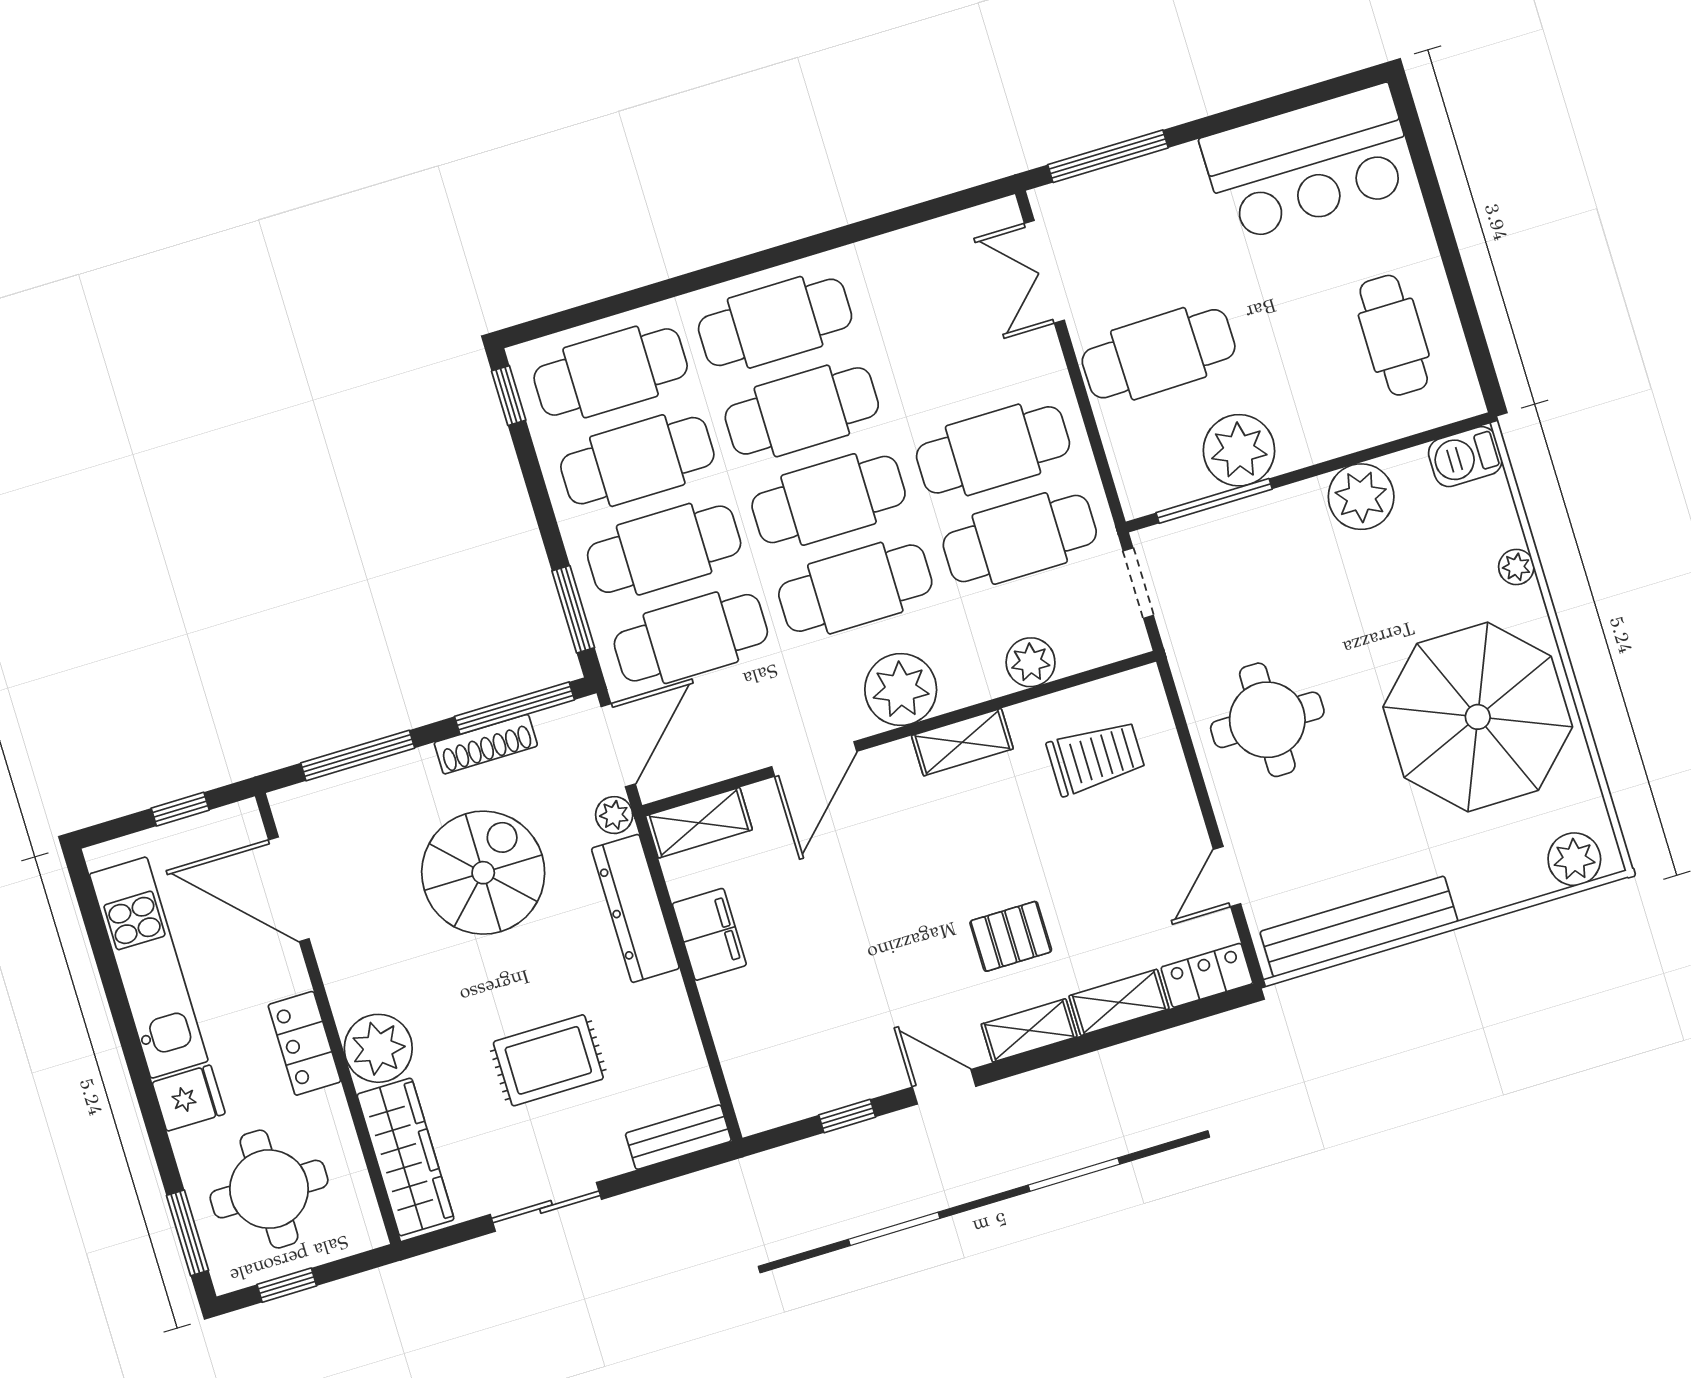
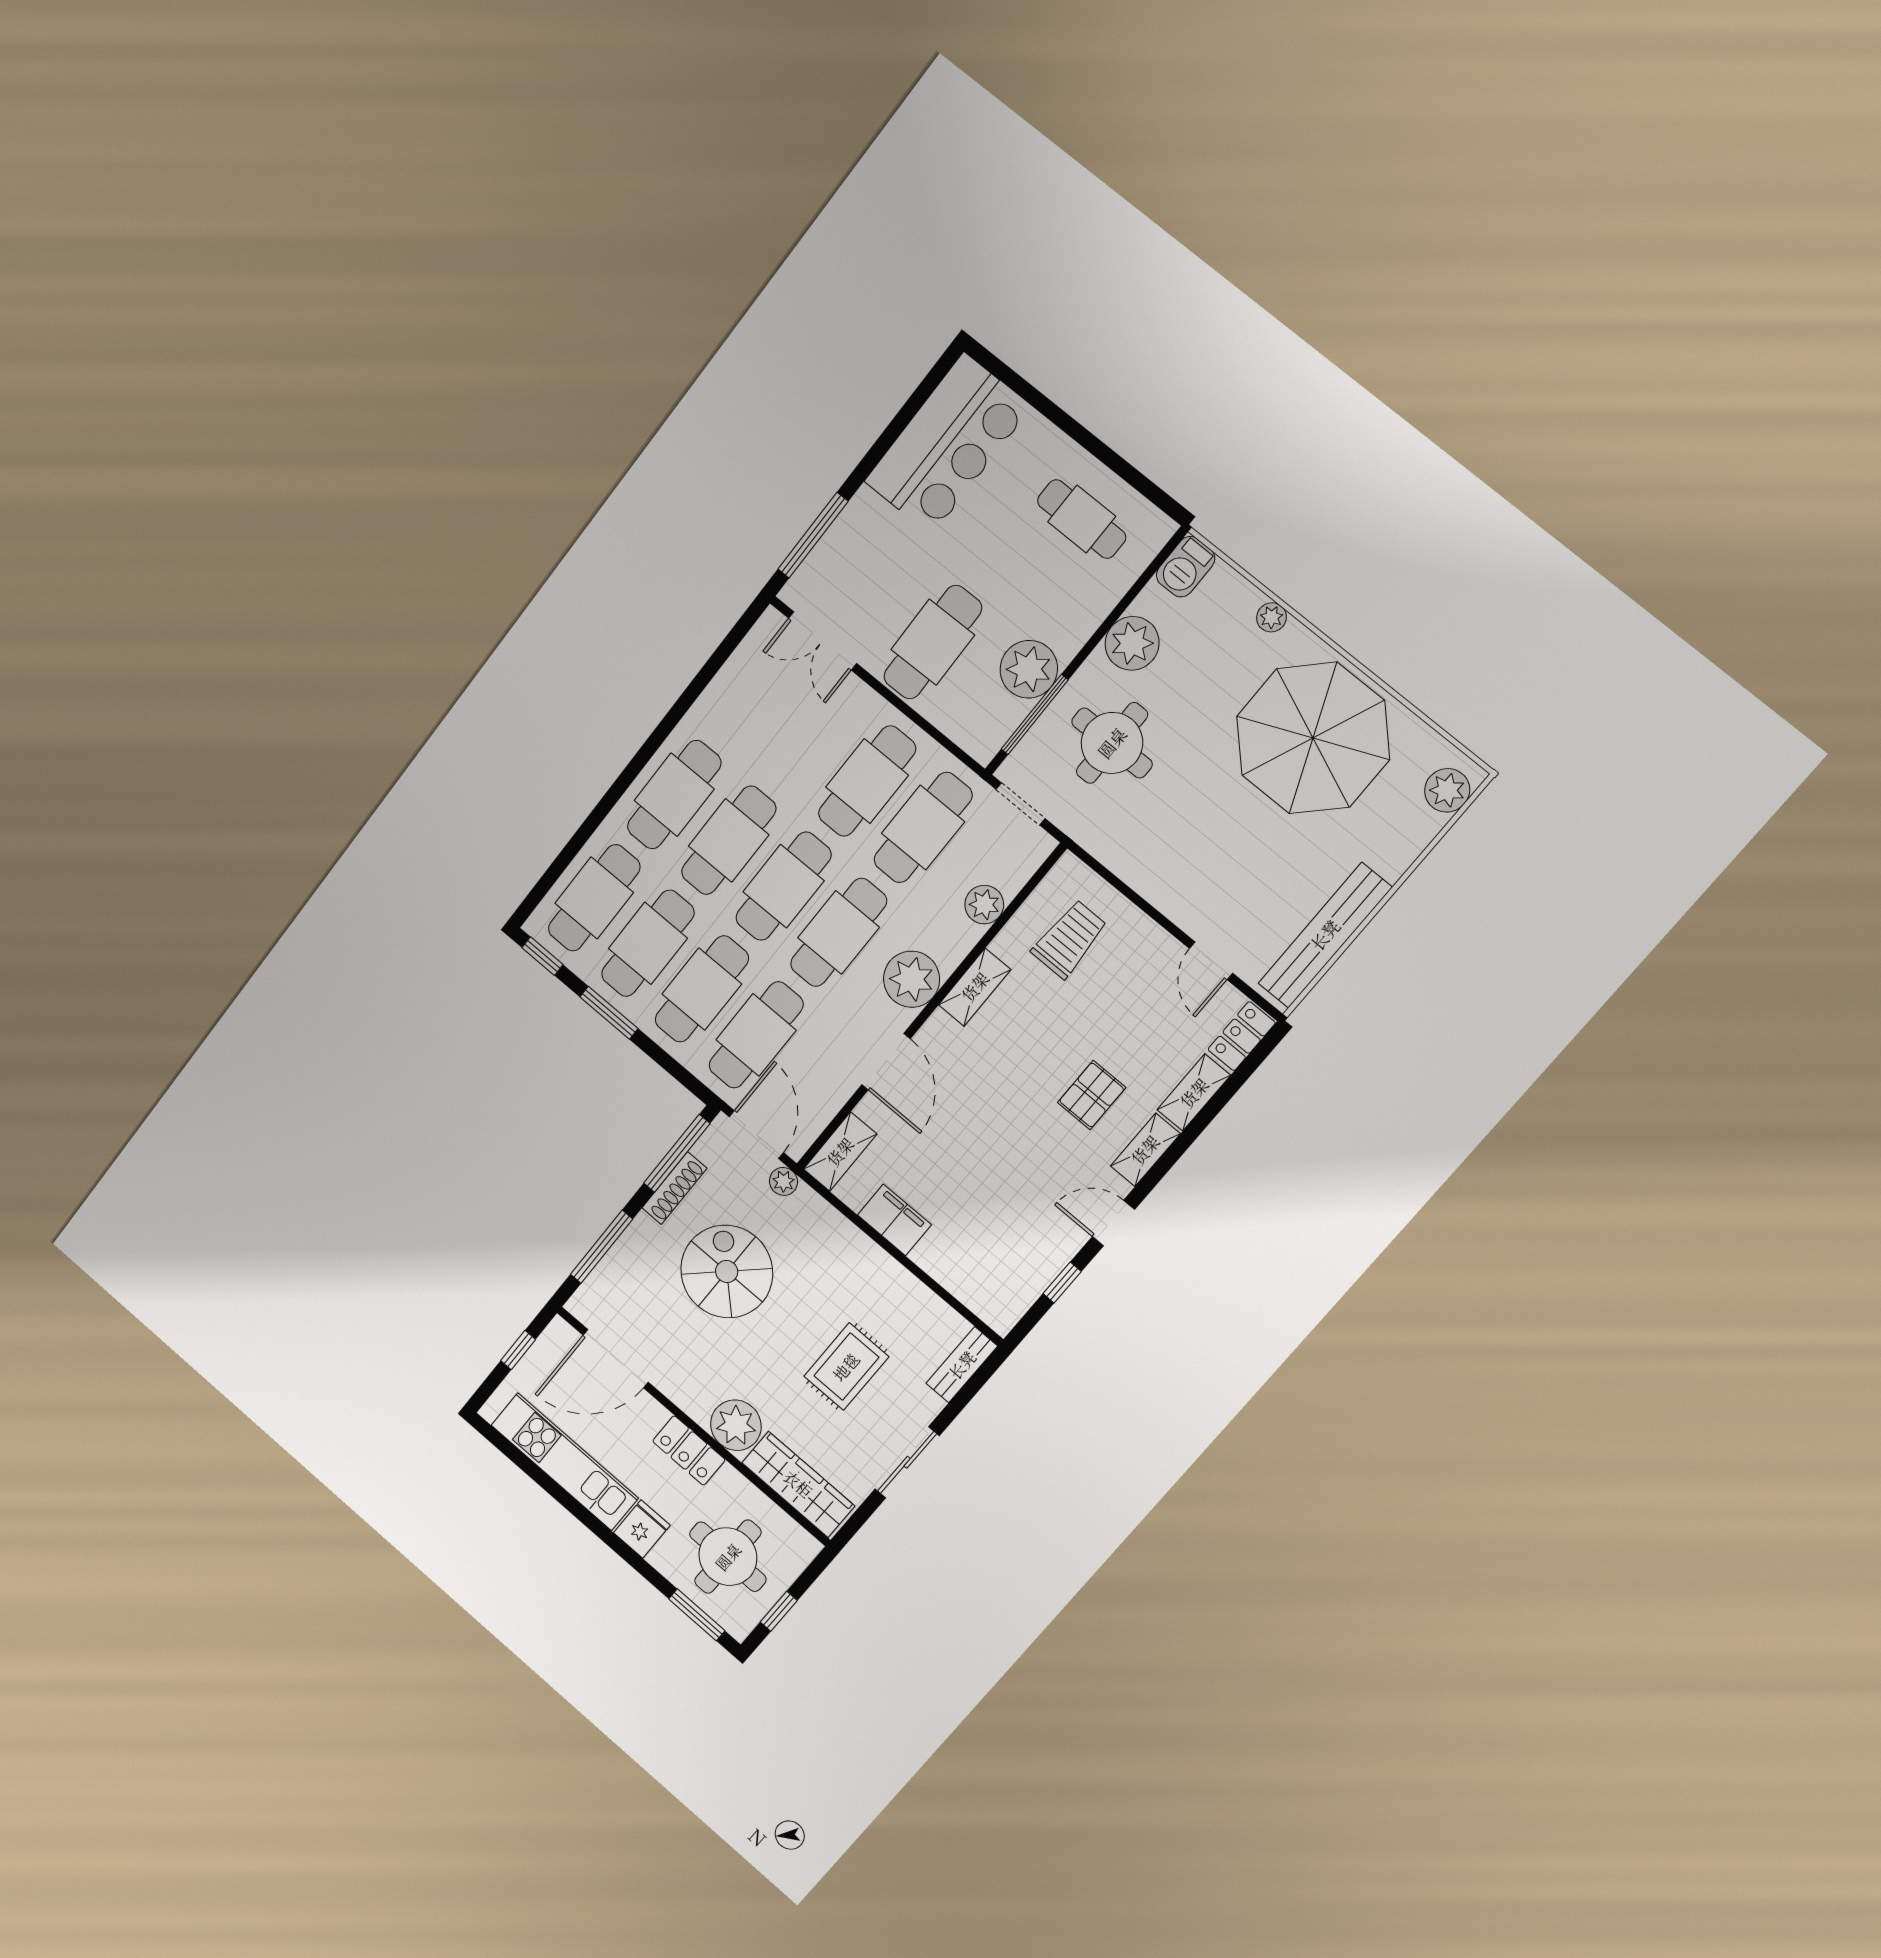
window: (573, 609) -> (609, 1013), moved
round table: (1267, 720) -> (1112, 743), moved
dresser: (635, 908) -> (836, 1233), removed

